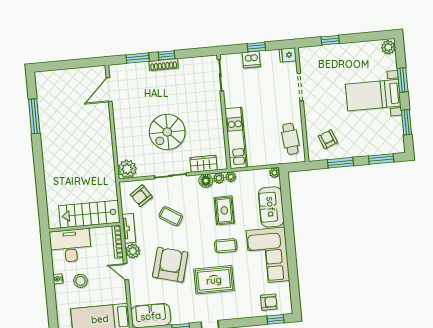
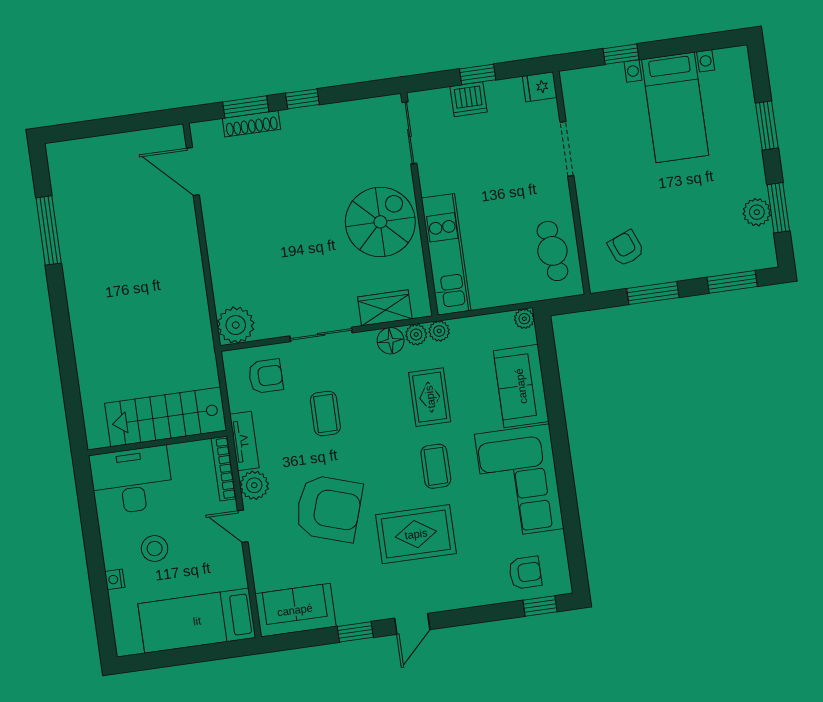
plant: (388, 47) -> (757, 212), moved
shoe rack: (164, 65) -> (251, 124), moved
door: (109, 90) -> (193, 171), hinge flipped
bed with nightstands: (373, 95) -> (675, 107), moved, turned -90
spiral stairs: (167, 132) -> (380, 222), moved, turned 180
armchair: (141, 196) -> (266, 376), turned -146
coffee table: (171, 216) -> (325, 414), turned 58
coffee table: (226, 246) -> (436, 466), turned 90
armchair: (170, 265) -> (329, 508), turned 93
nightstand: (58, 279) -> (115, 579), moved

